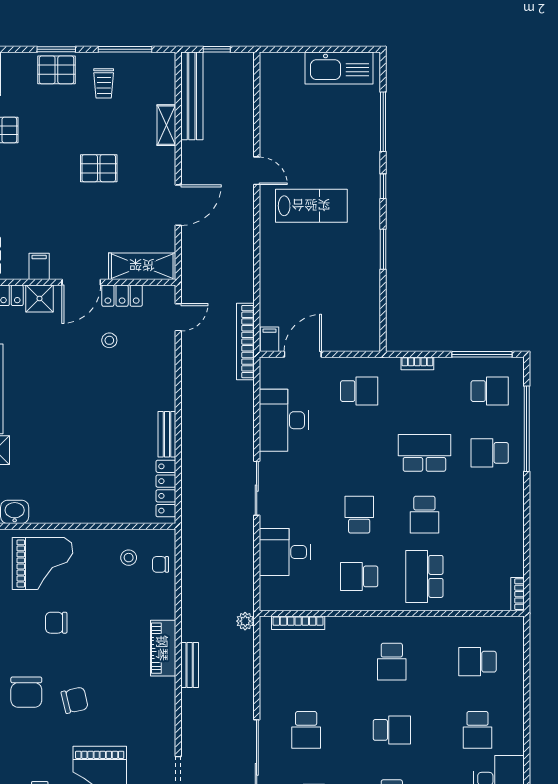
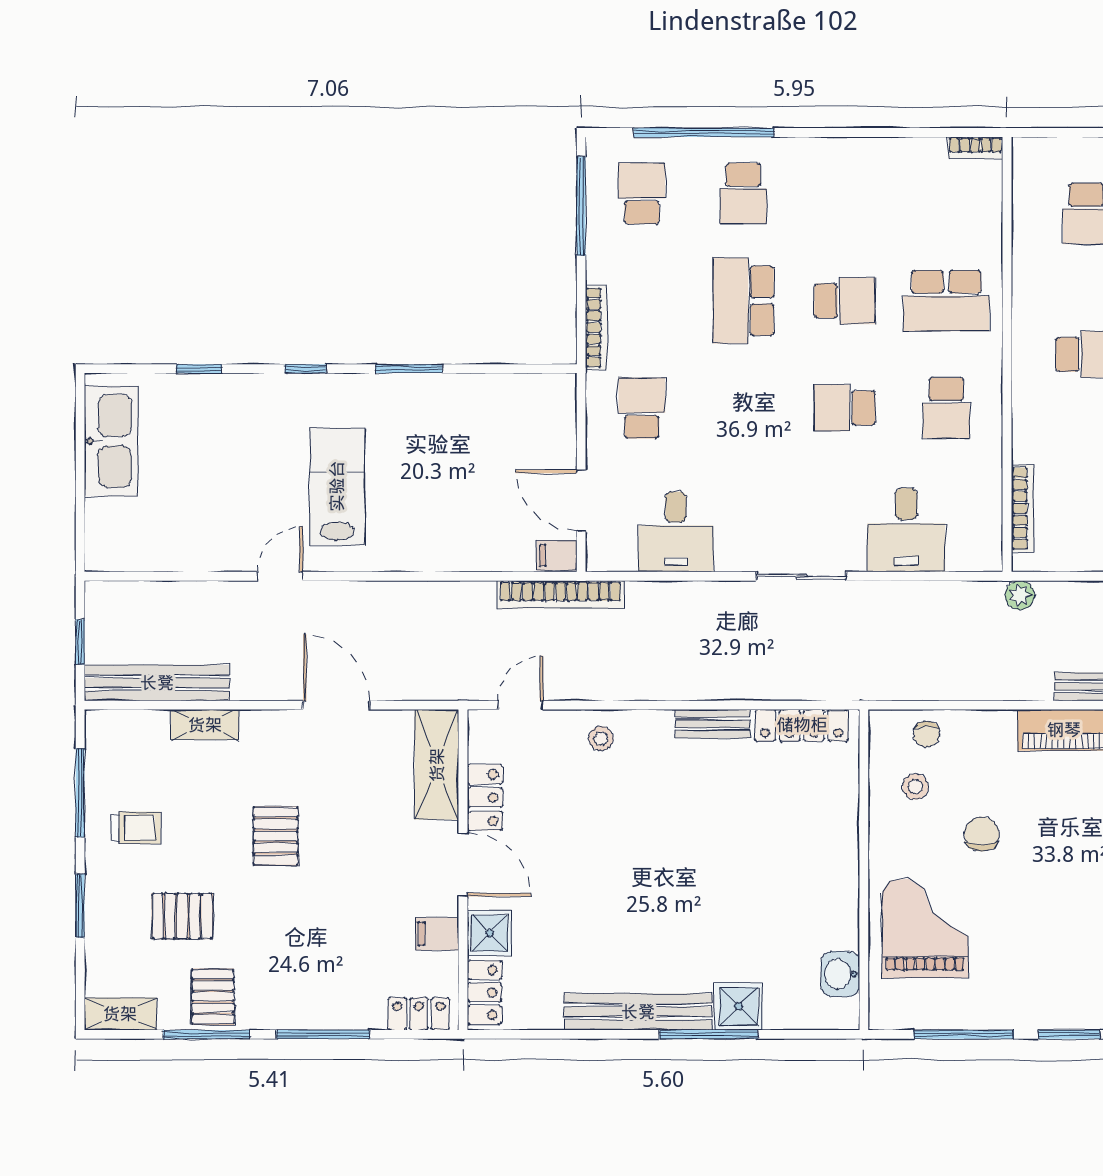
pallet: (56, 70) -> (182, 916), moved, turned 90
window: (383, 122) -> (199, 369), width x0.46
door: (178, 317) -> (521, 705), hinge flipped
stool: (109, 340) -> (601, 739), moved
bookcase: (417, 363) -> (596, 327), width x1.56
desk: (284, 420) -> (676, 532), width x0.73
chair: (56, 623) -> (982, 834), moved, turned 180

